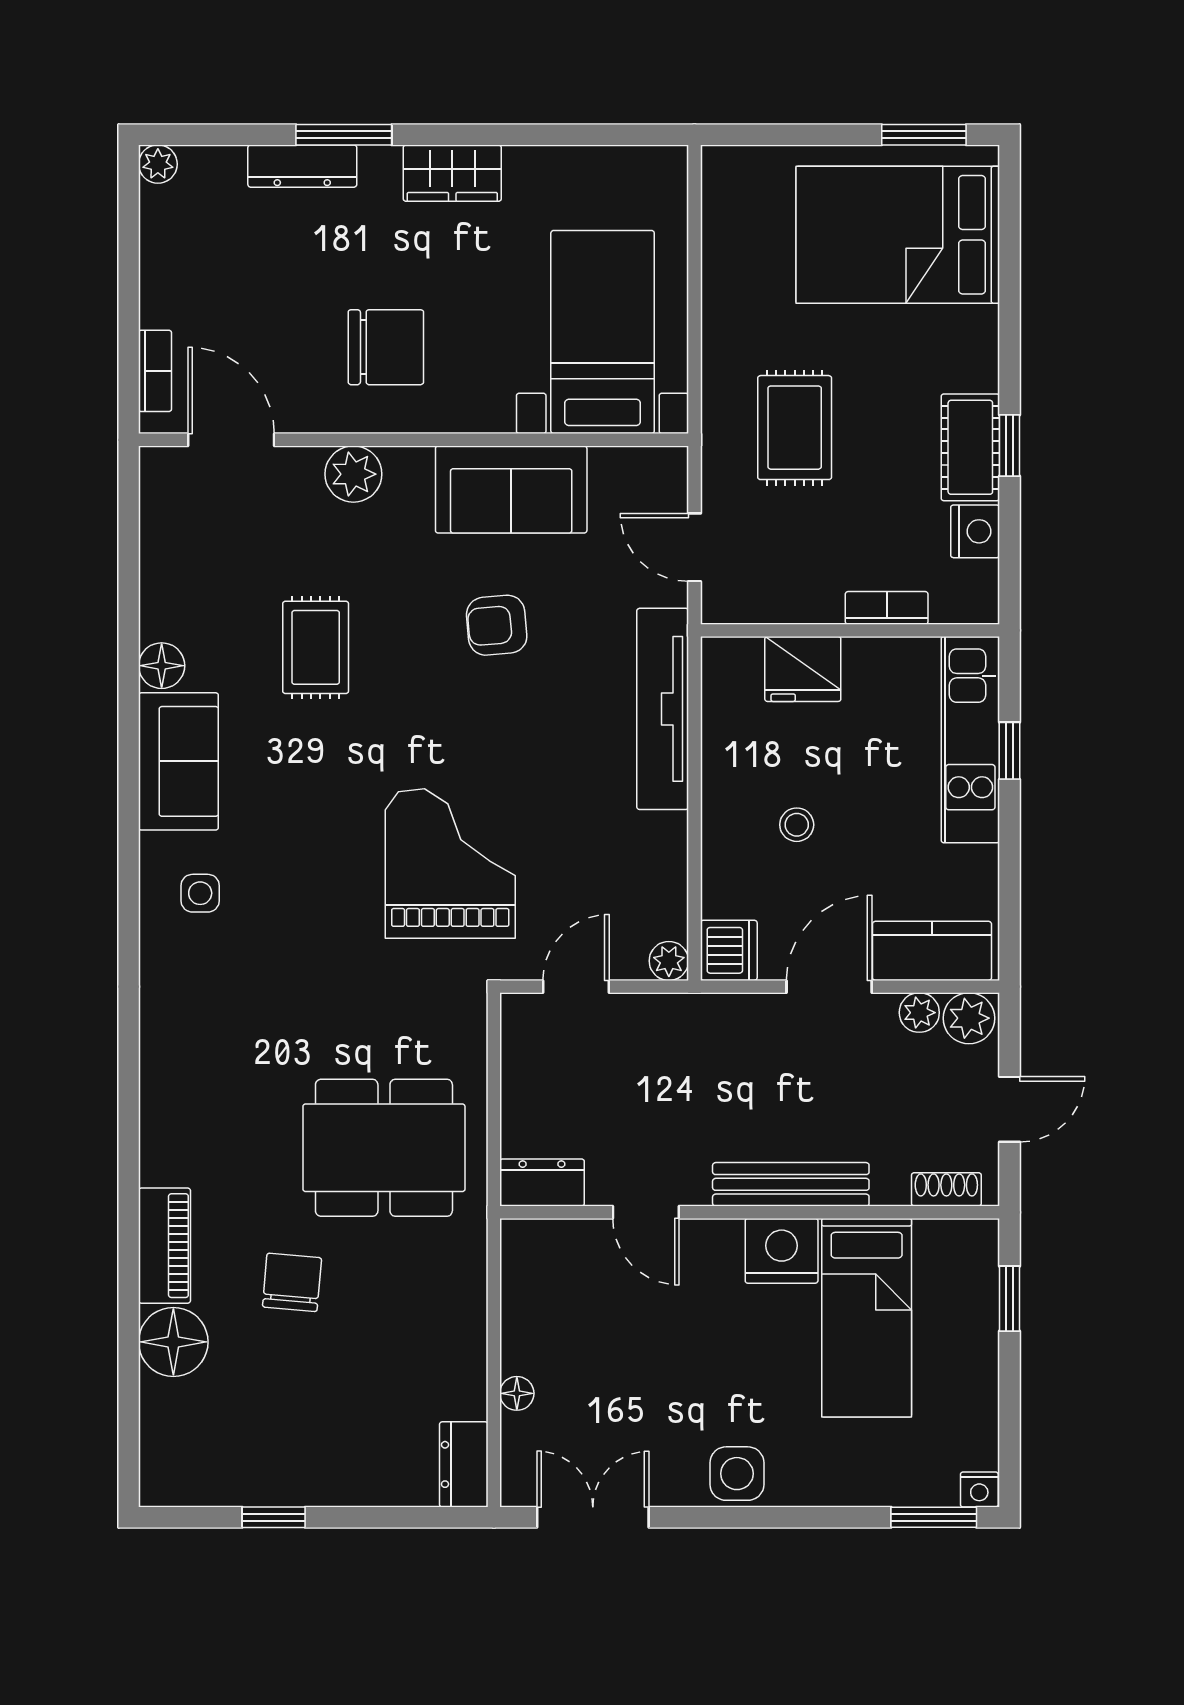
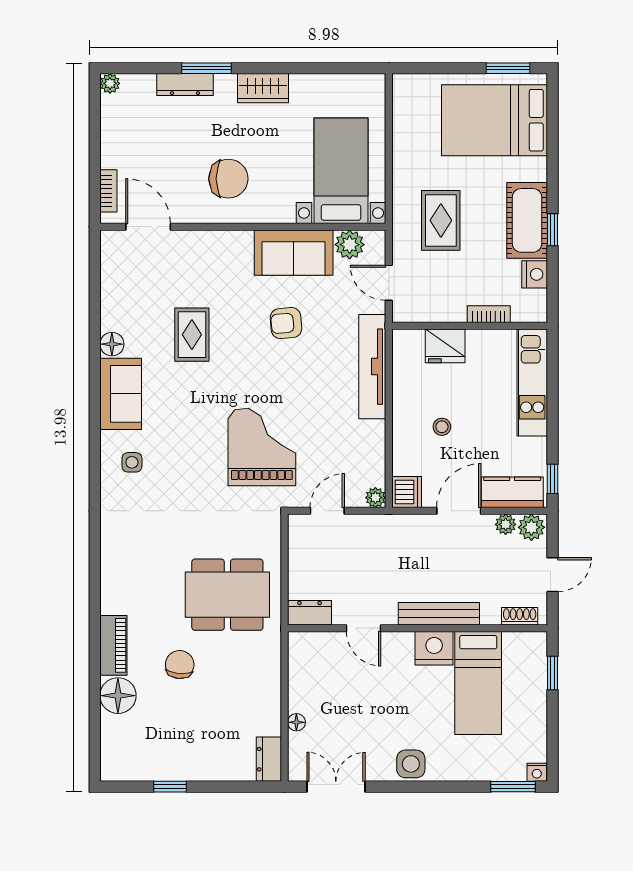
cot: (970, 447) -> (527, 220), width x1.37, depth x1.34
plant: (353, 474) -> (350, 245), moved
window: (1010, 751) -> (552, 479), moved

